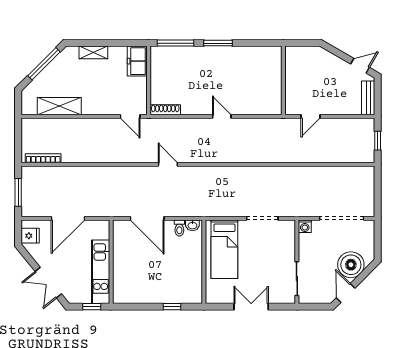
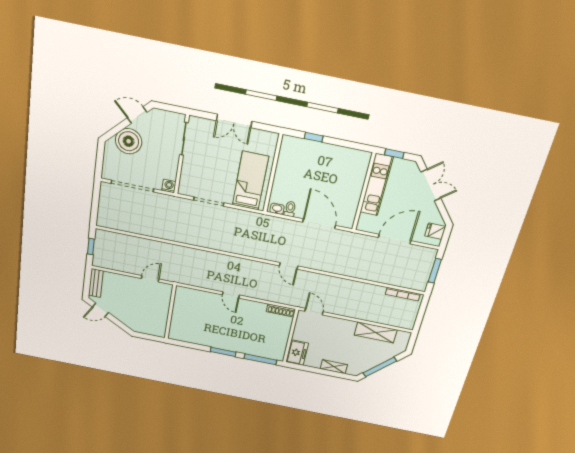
door: (346, 293) -> (137, 115), swing flipped

